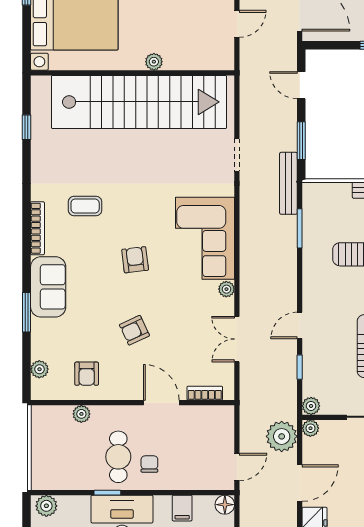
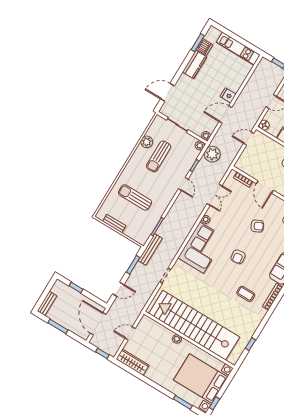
door: (301, 85) -> (118, 289), hinge flipped
door: (300, 325) -> (183, 184), hinge flipped
plant: (282, 436) -> (212, 154), moved

